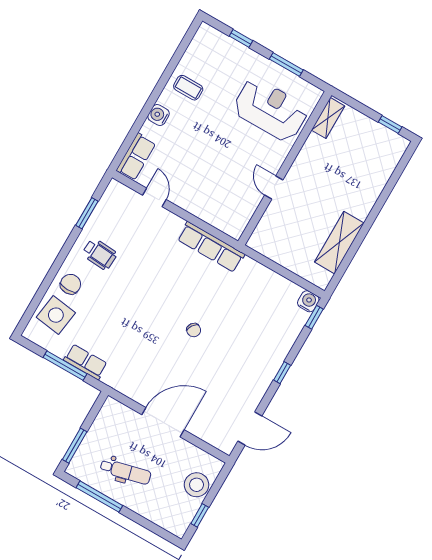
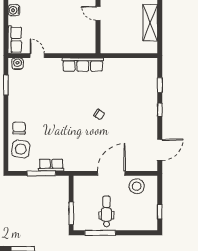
wheelchair: (100, 254) -> (25, 103), removed
water cooler: (308, 301) -> (17, 64), moved
window: (314, 317) -> (160, 85), moved
dental chair: (125, 472) -> (106, 211), turned -76
stool: (197, 485) -> (137, 186), moved

